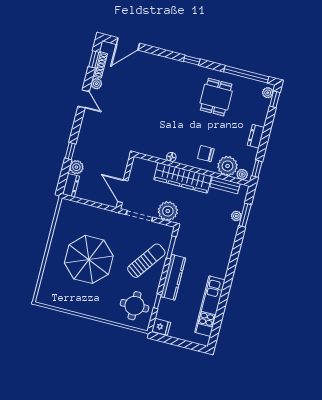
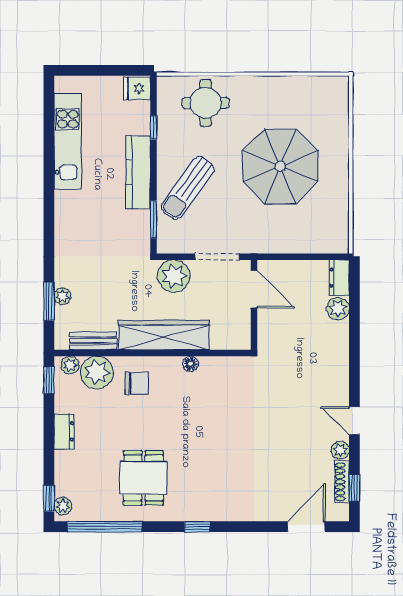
window: (70, 151) -> (354, 332), removed
round table: (135, 306) -> (206, 103), moved

